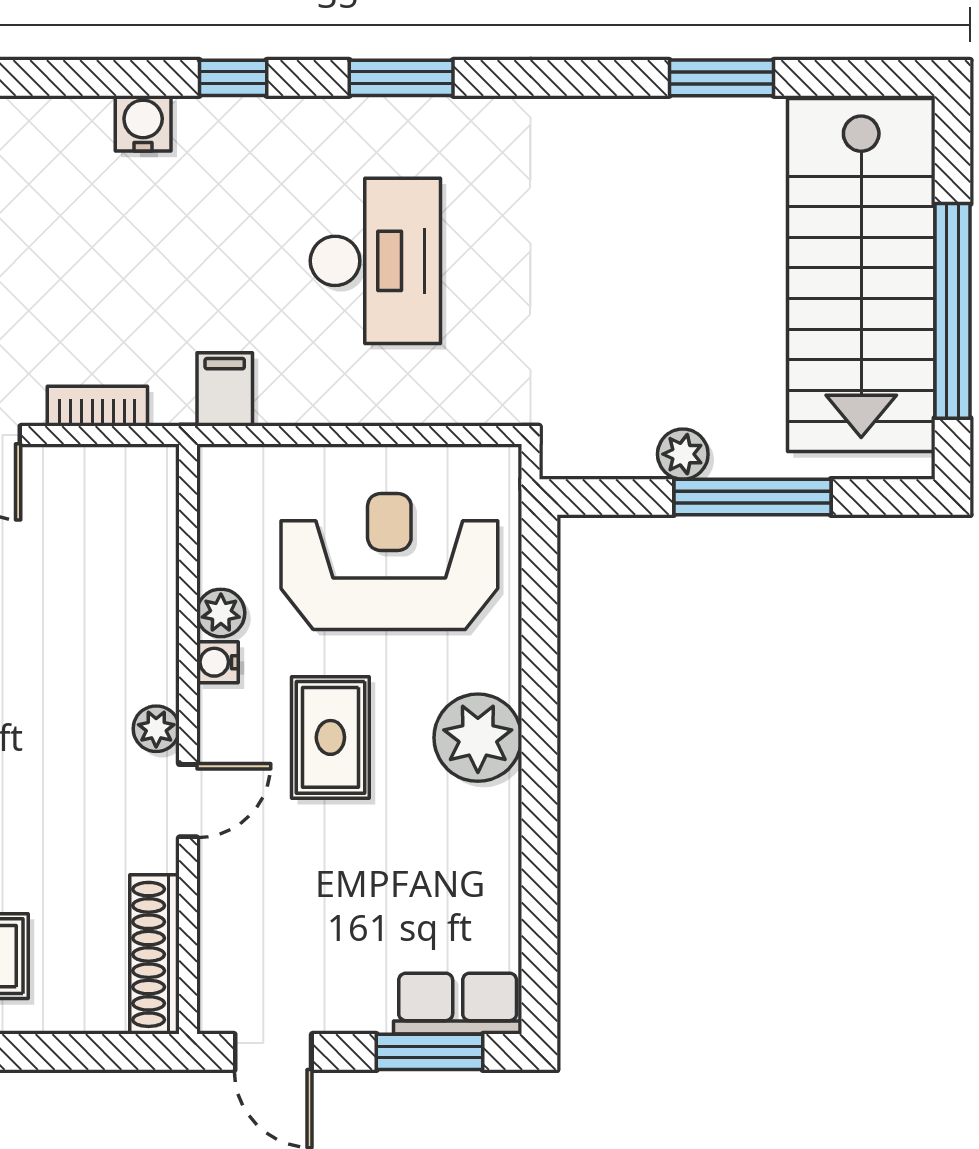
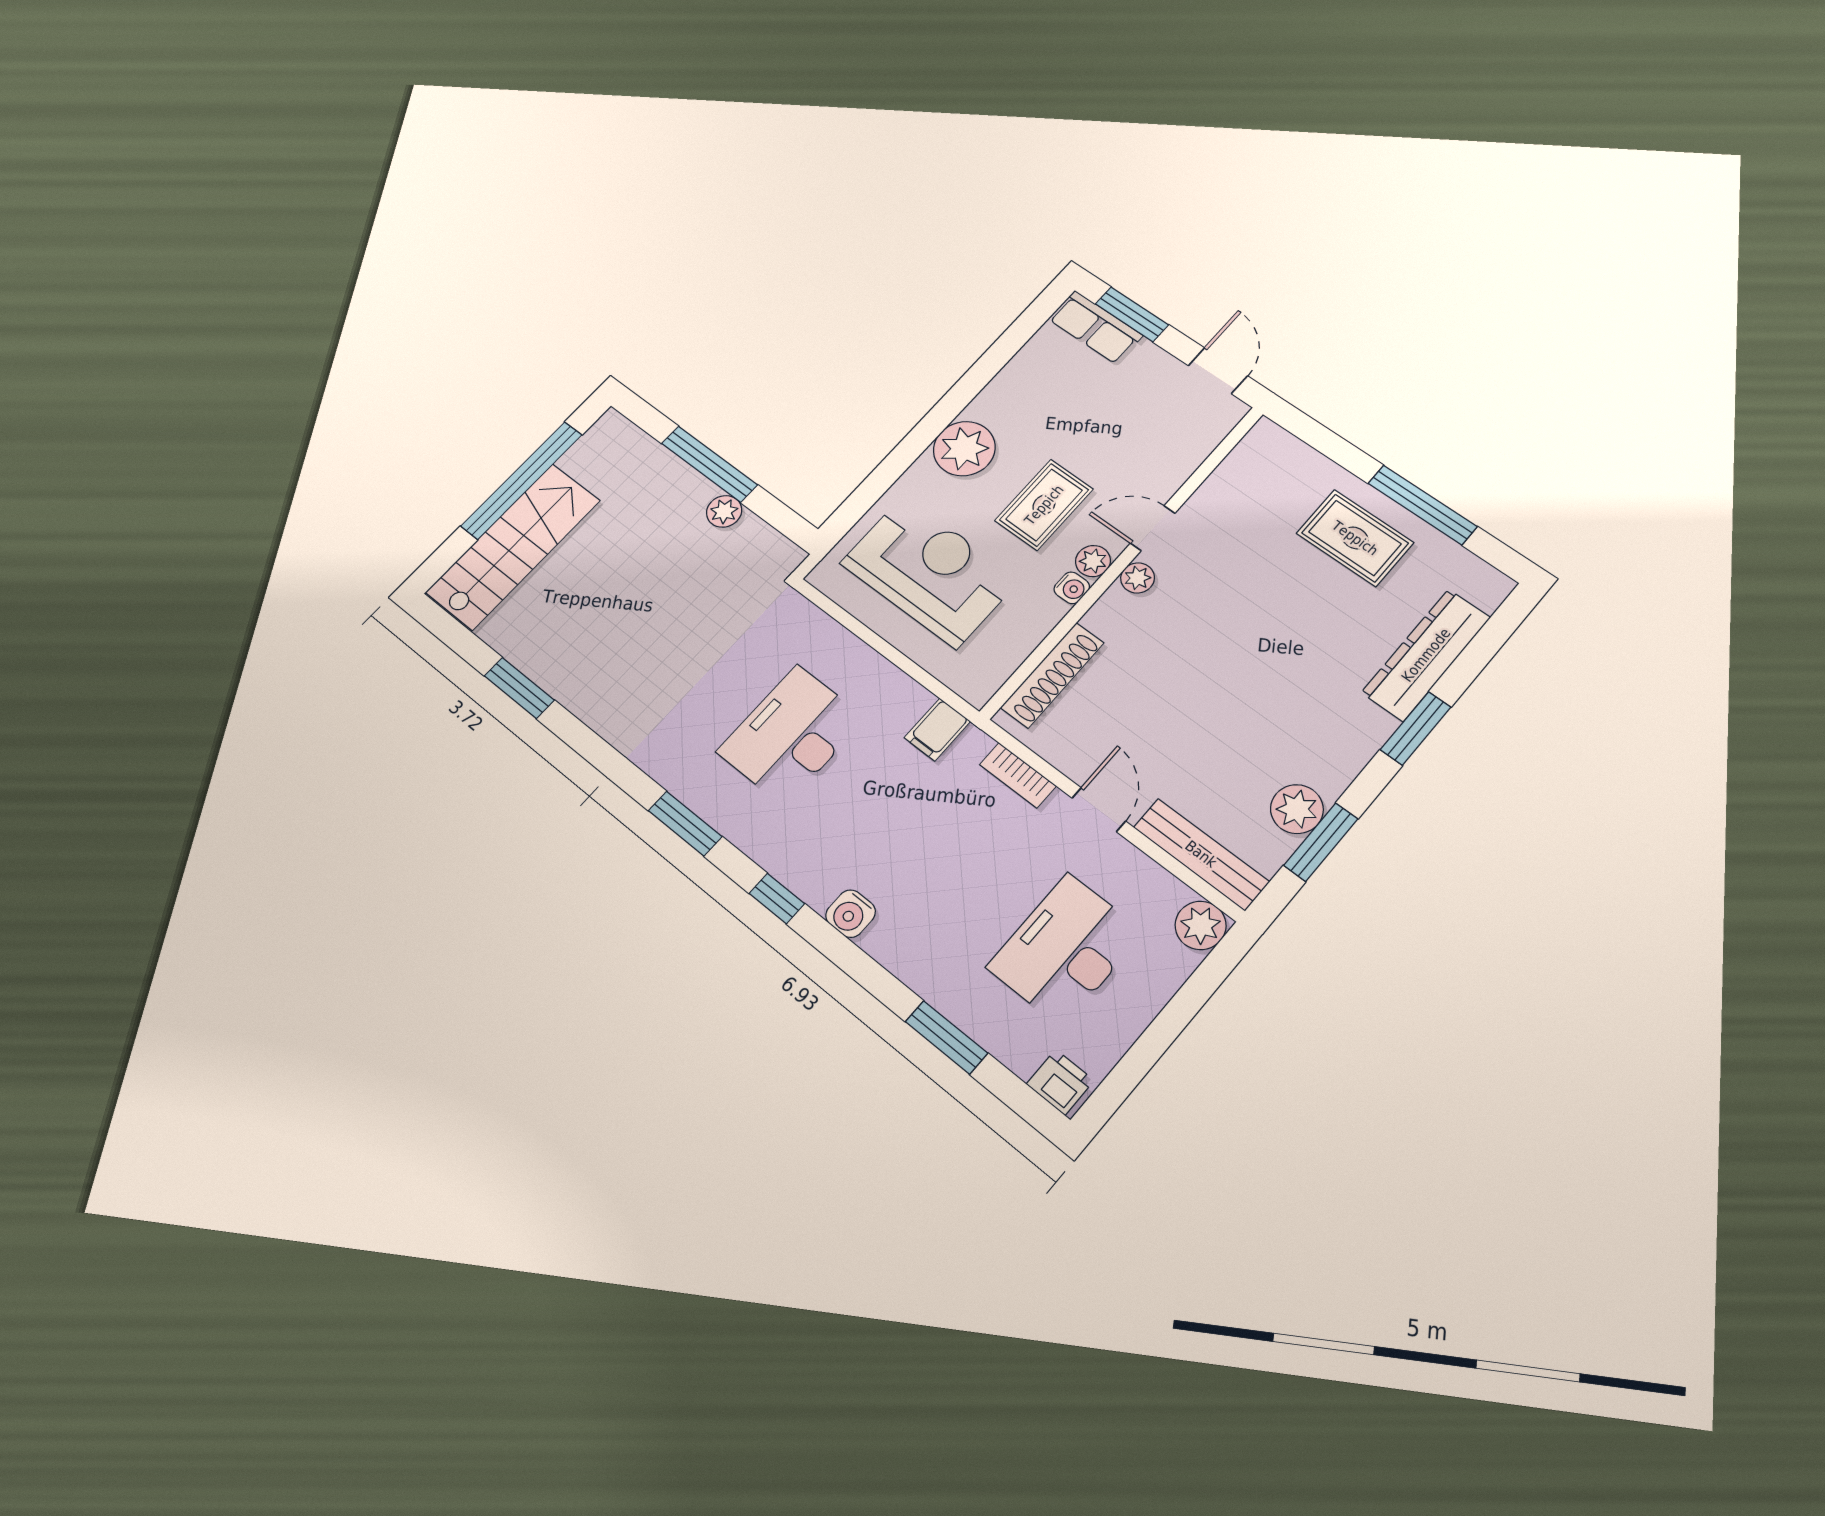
stairs: (861, 275) -> (513, 546), width x0.73, depth x0.66
reception desk: (389, 561) -> (929, 571), turned 180
plant: (221, 613) -> (1093, 561), moved
shoe rack: (155, 954) -> (1052, 675), moved

